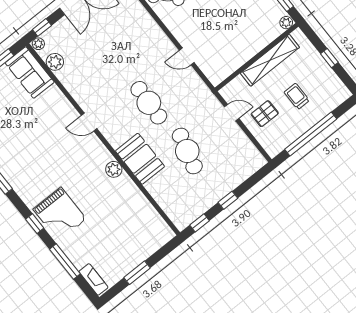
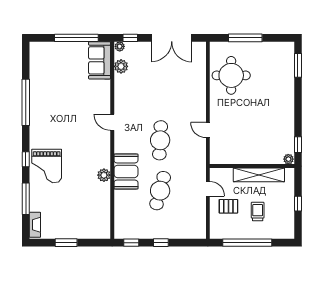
plant: (114, 169) -> (104, 175), moved

